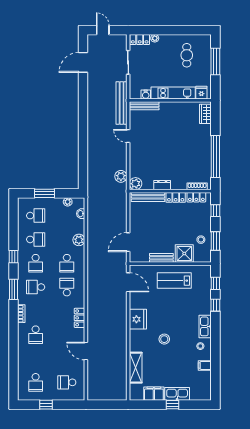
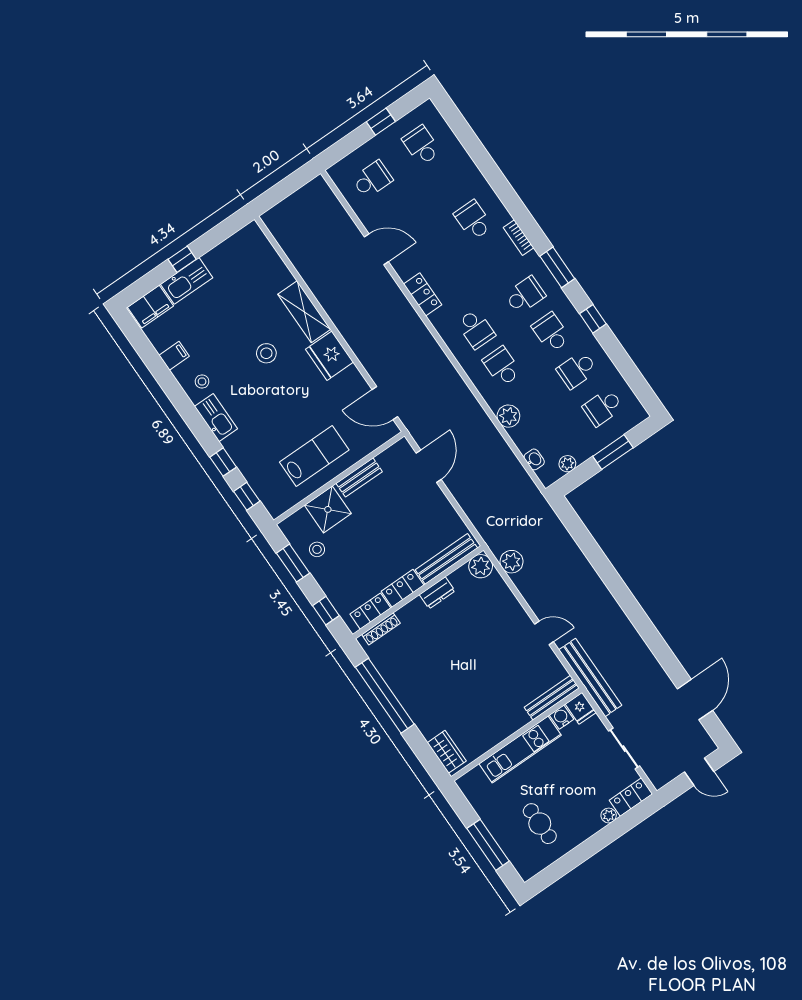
fridge: (201, 93) -> (581, 708), moved
shelving: (136, 368) -> (304, 312), moved
filing cabinet: (154, 394) -> (150, 307), moved

